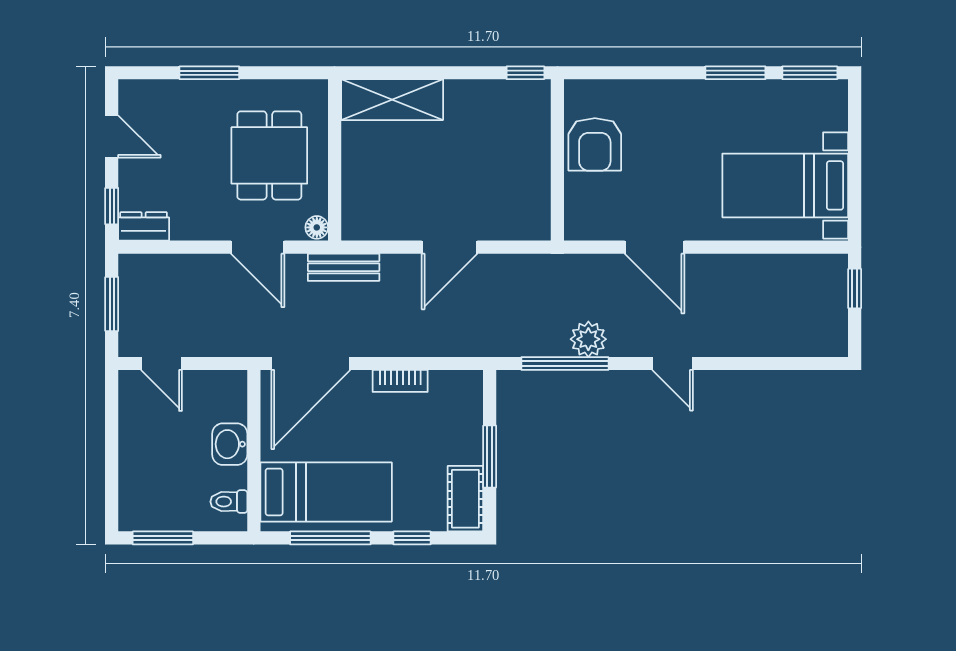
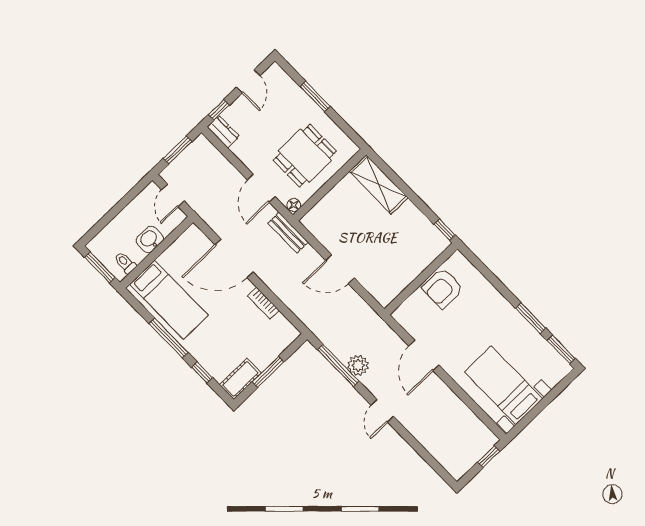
washbasin: (230, 444) -> (150, 240), moved
wall: (254, 451) -> (157, 252), moved
bed: (326, 492) -> (169, 300), moved
toilet: (229, 502) -> (125, 263), moved

